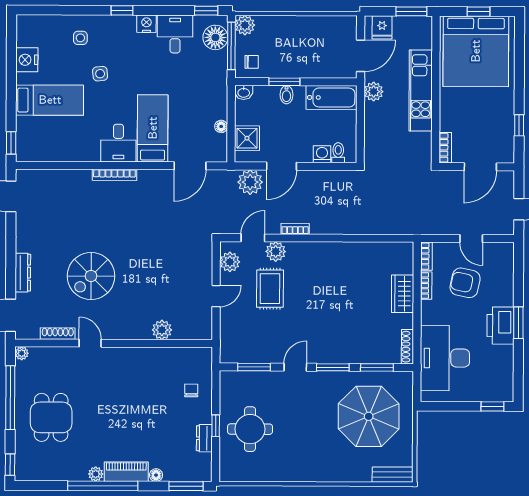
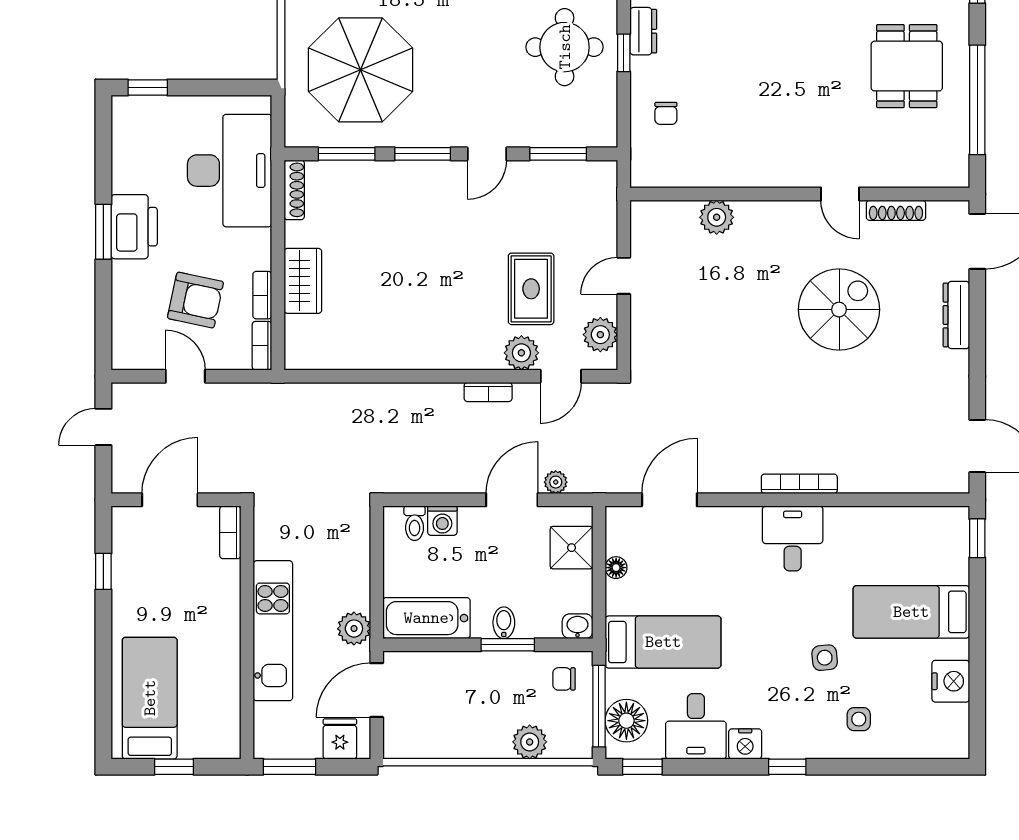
plant: (245, 25) -> (530, 742), moved
bed: (476, 51) -> (150, 698), width x0.49
bed: (153, 128) -> (663, 642), moved, turned -90
plant: (250, 182) -> (556, 482), width x0.53, depth x0.53
plant: (22, 353) -> (958, 176), removed

